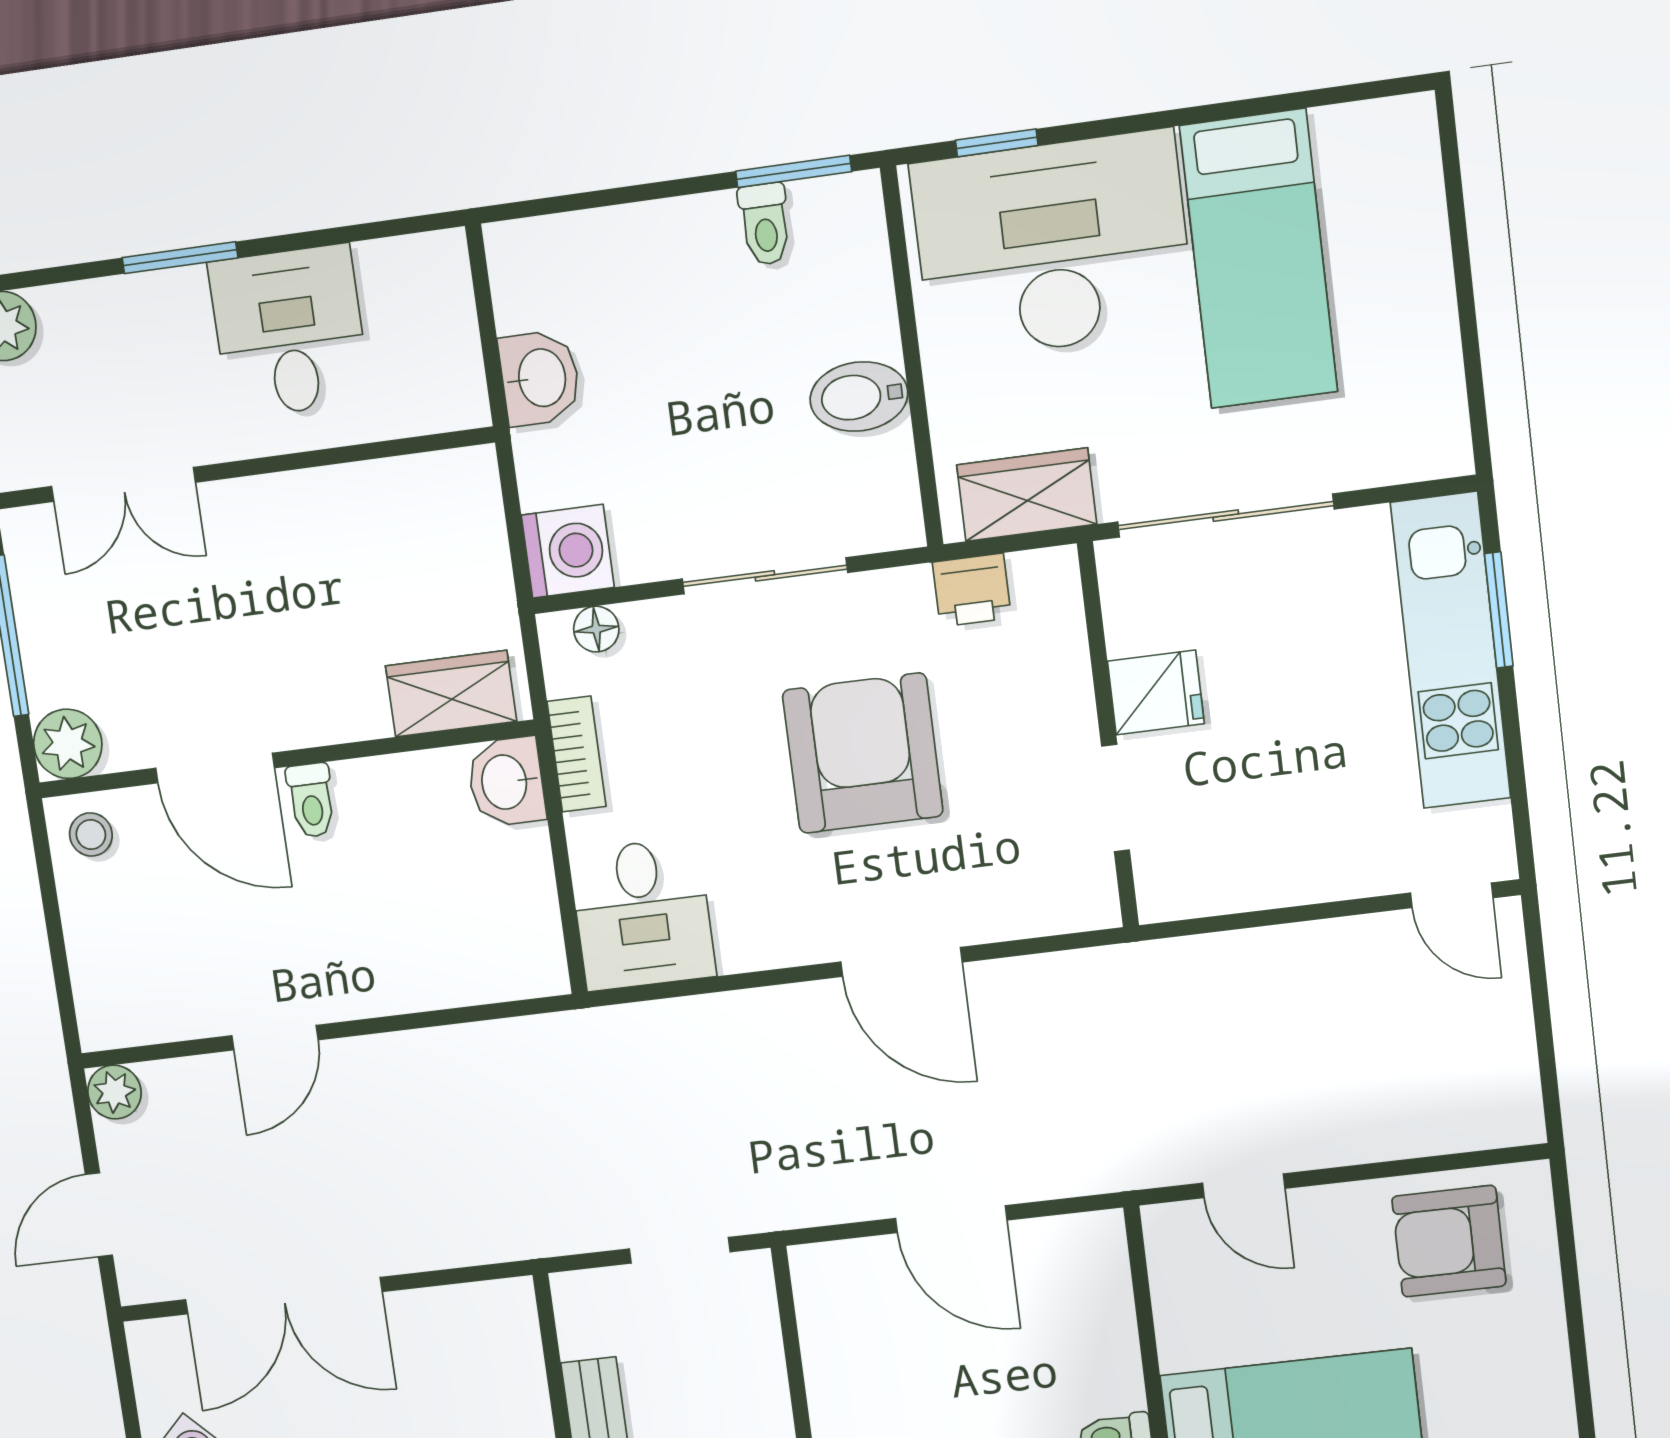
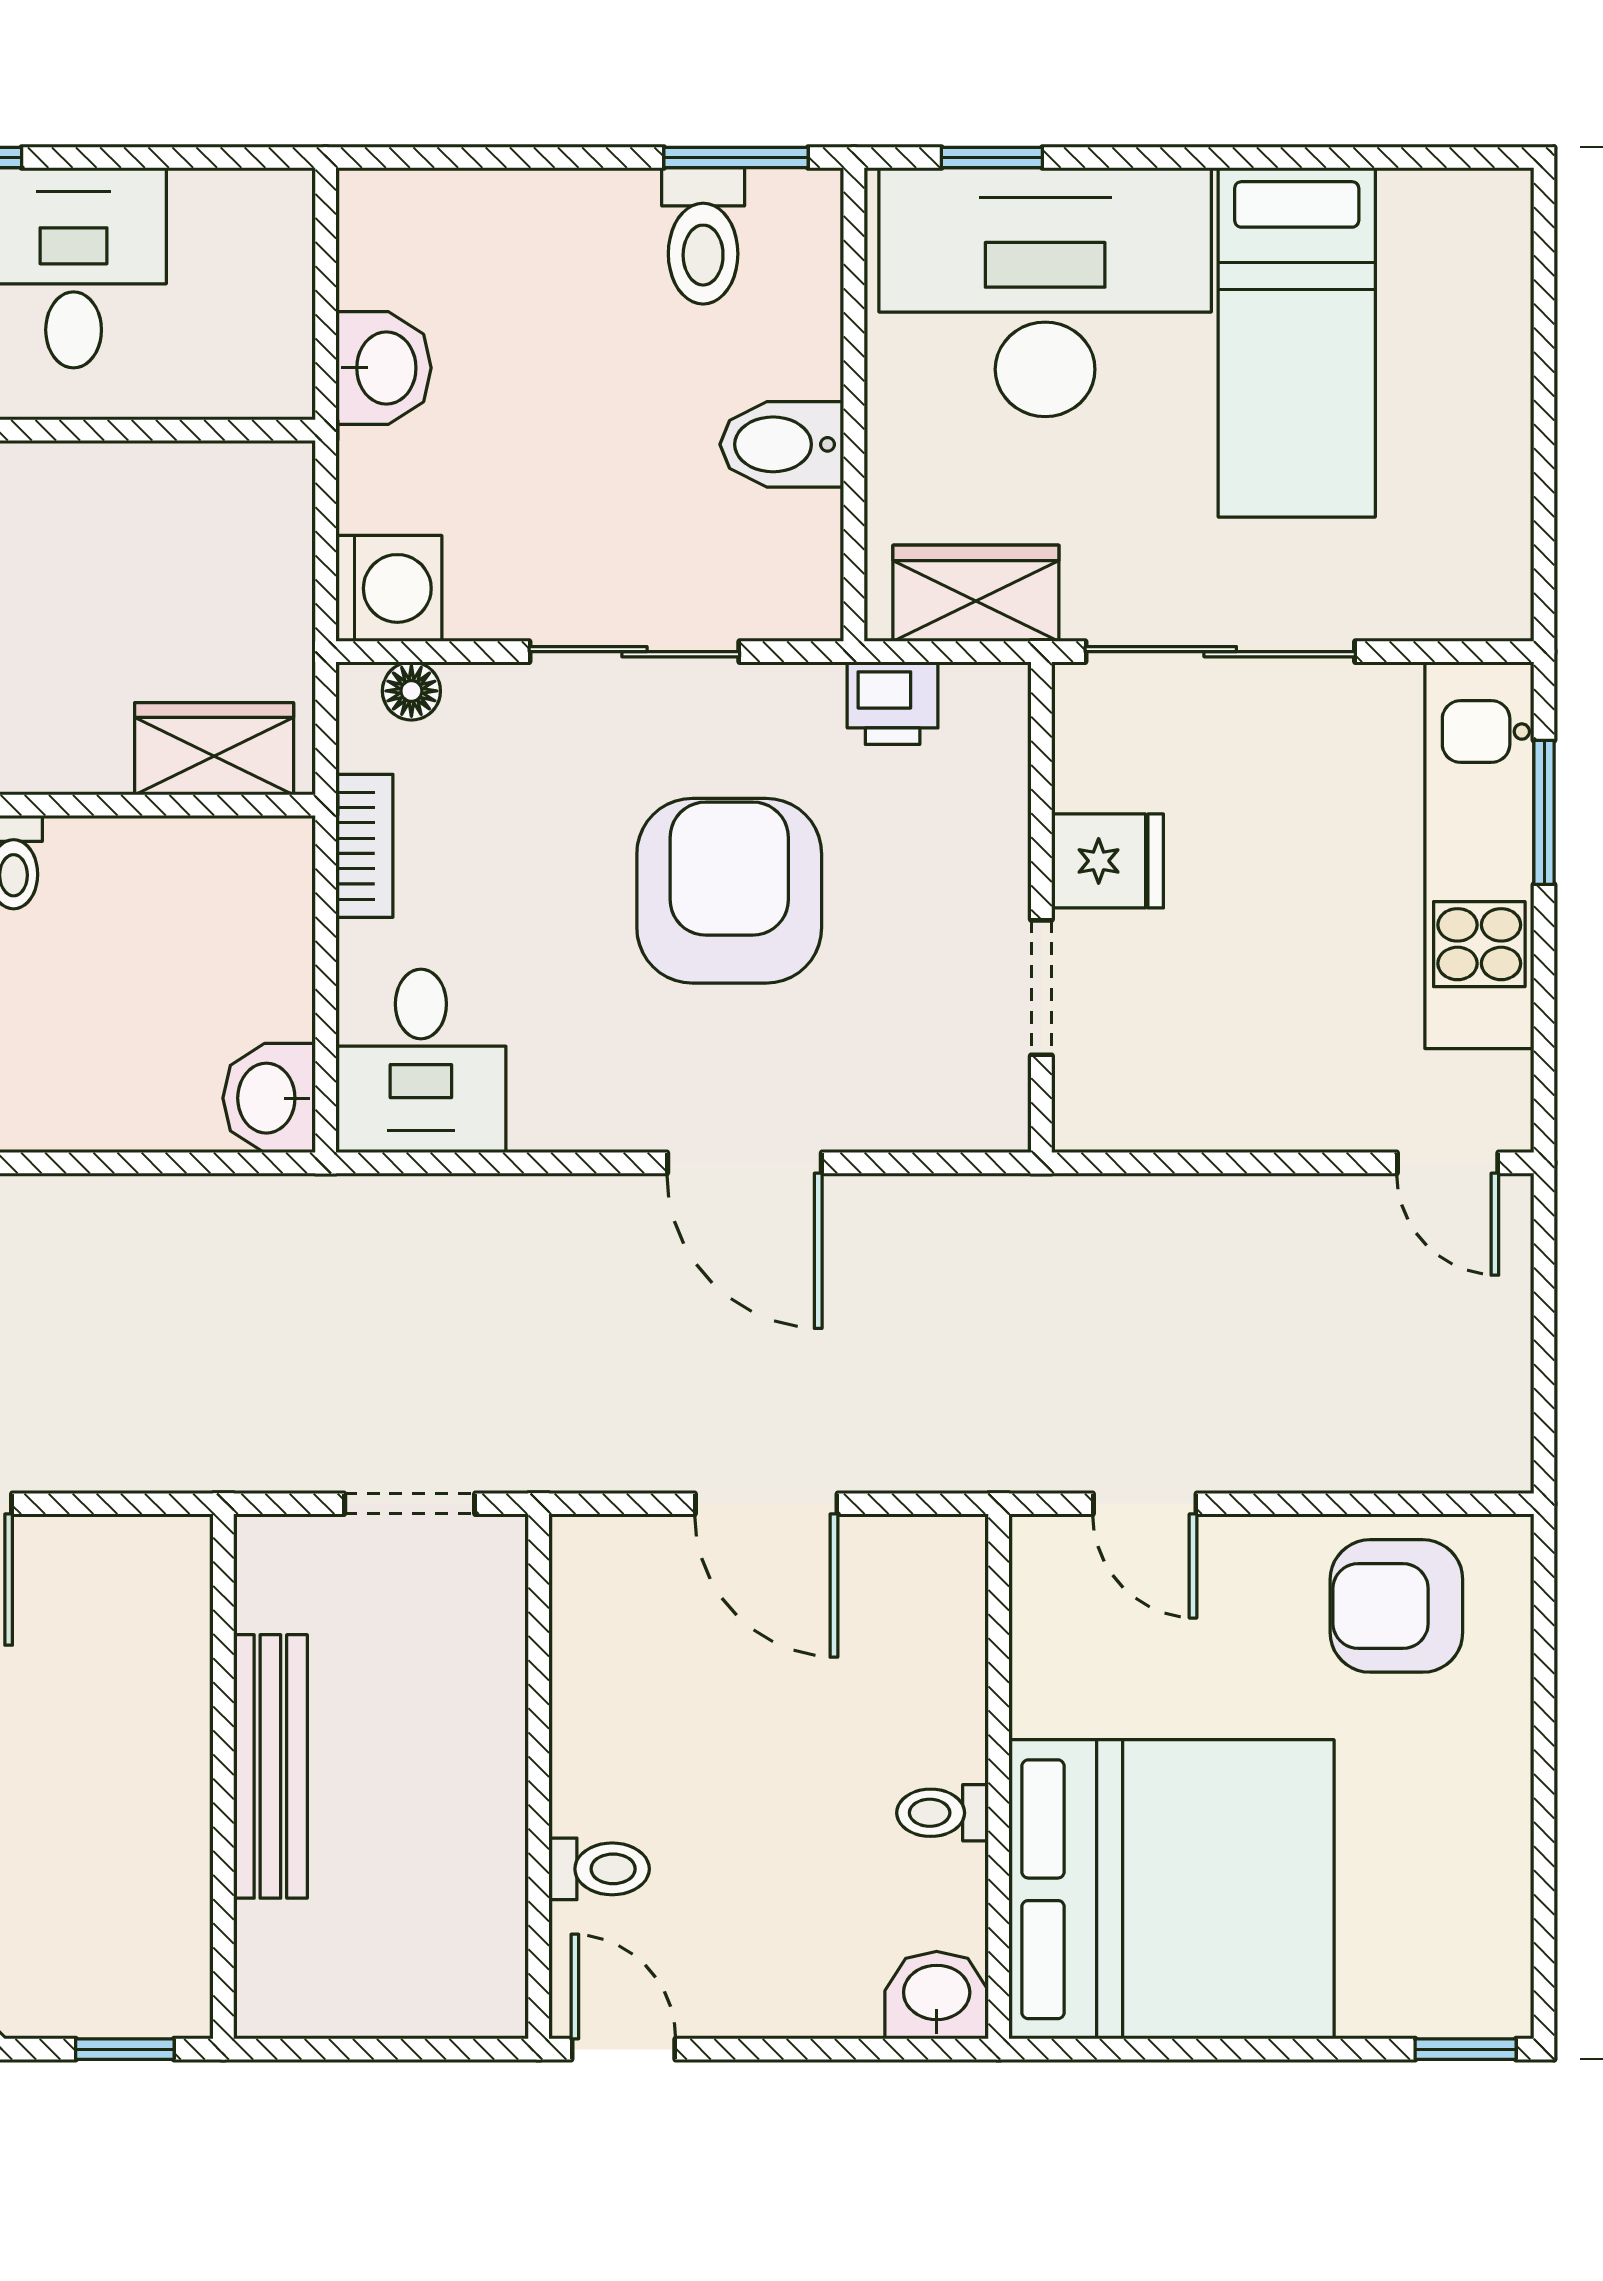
toilet: (765, 224) -> (703, 236), width x1.37, depth x1.39
washbasin: (506, 782) -> (269, 1098), moved

